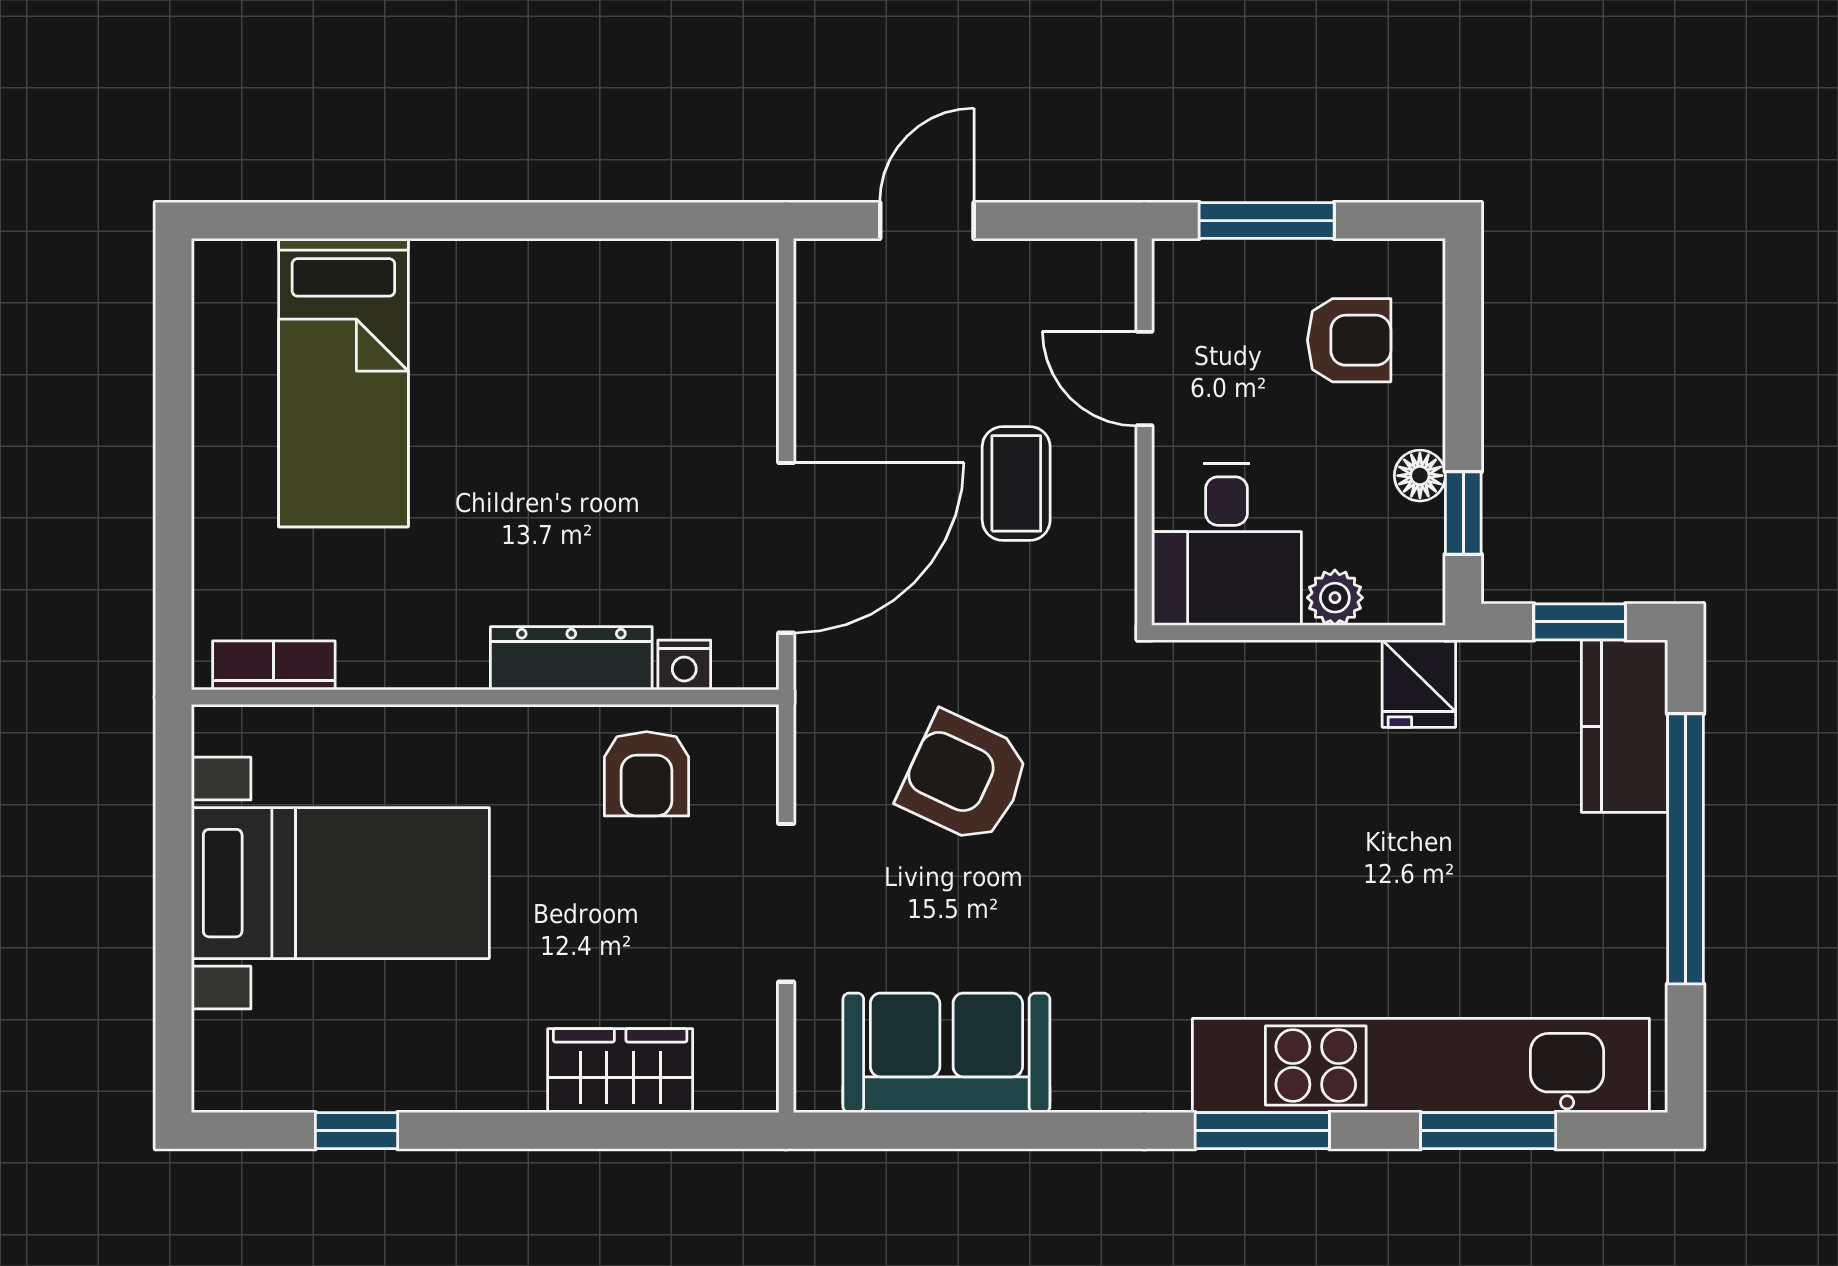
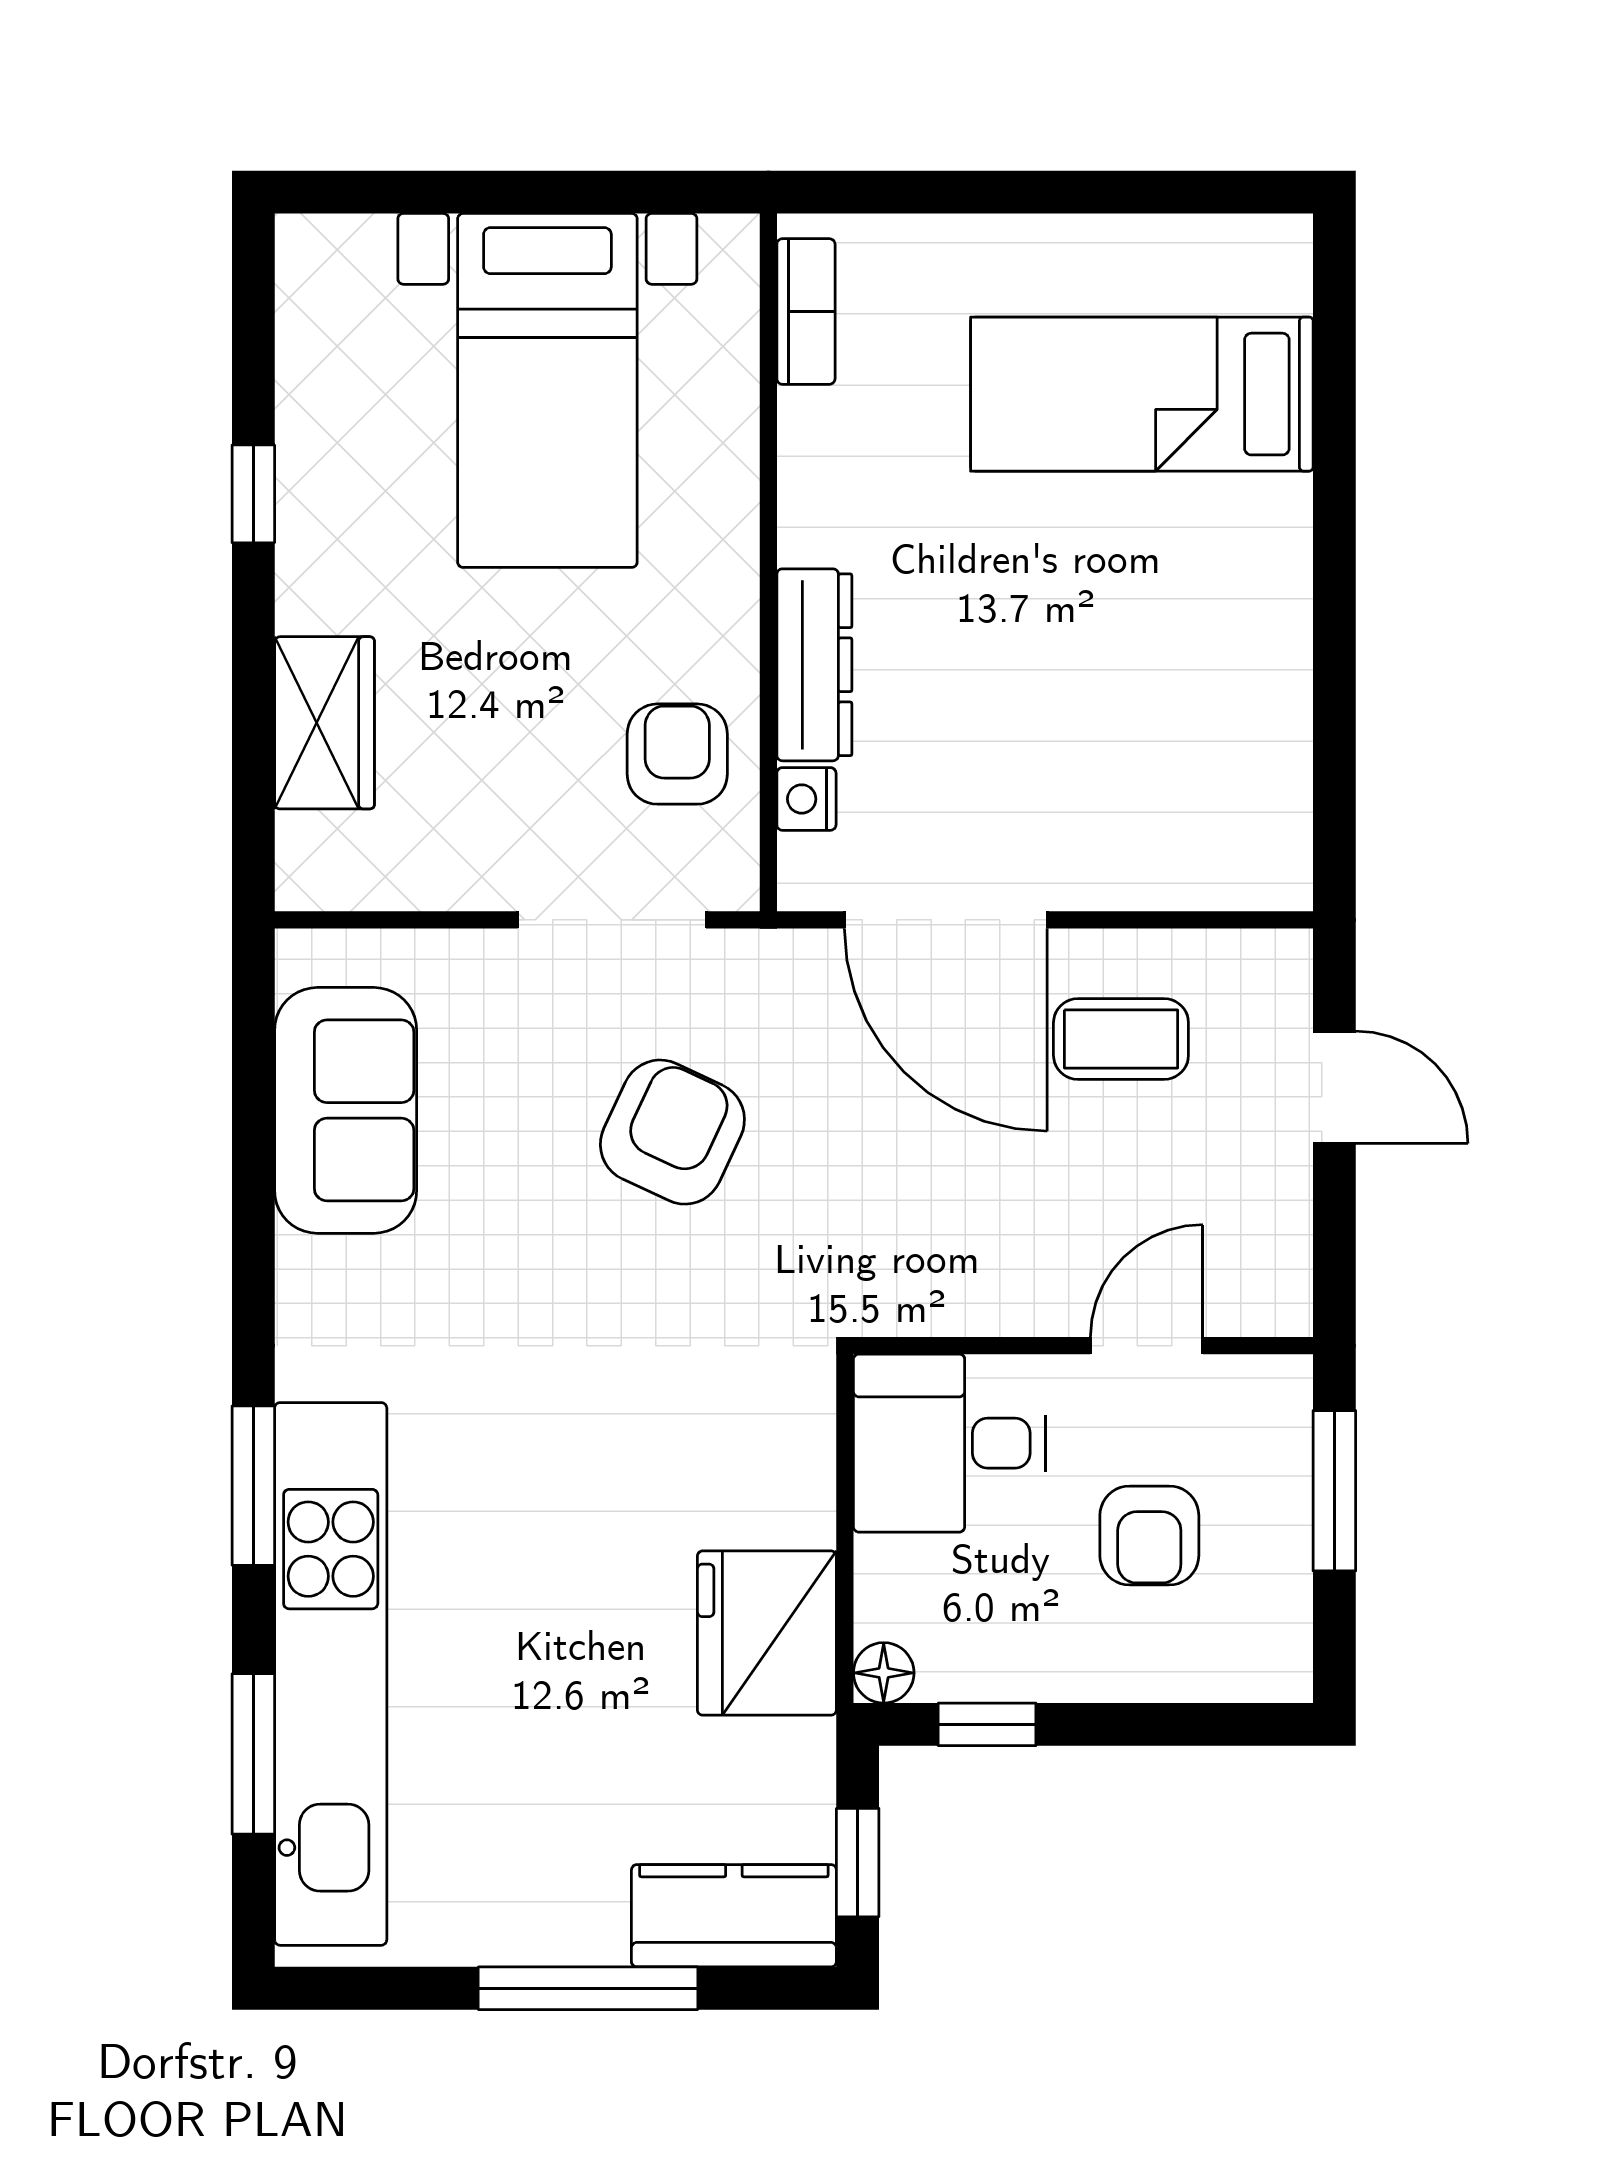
armchair: (1349, 340) -> (1149, 1535), moved
floor lamp: (1420, 476) -> (884, 1673), moved
coffee table: (1016, 483) -> (1121, 1039), moved
plant: (1335, 598) -> (886, 1572), removed
fridge: (1419, 684) -> (767, 1633), width x1.88, depth x1.34
armchair: (646, 774) -> (677, 754), turned 90
window: (1685, 849) -> (588, 1988), width x0.68
doorway: (786, 903) -> (612, 920), moved
window: (356, 1131) -> (253, 494), moved

